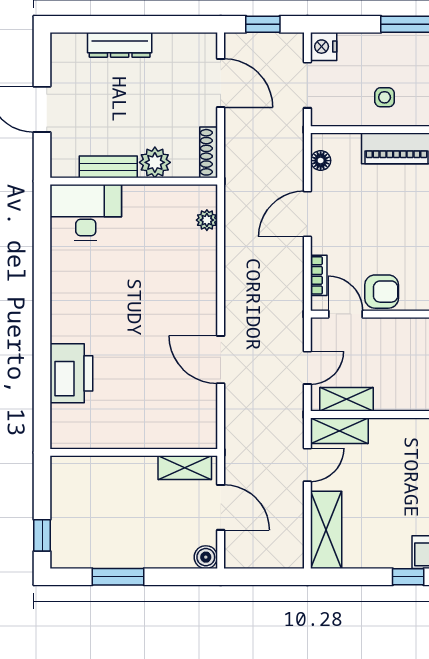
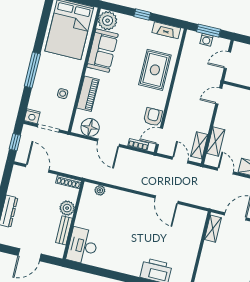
door: (221, 83) -> (37, 168), hinge flipped
floor lamp: (321, 161) -> (90, 127), width x1.89, depth x1.89
door: (221, 360) -> (167, 200), hinge flipped
shelving: (339, 431) -> (216, 142), moved

